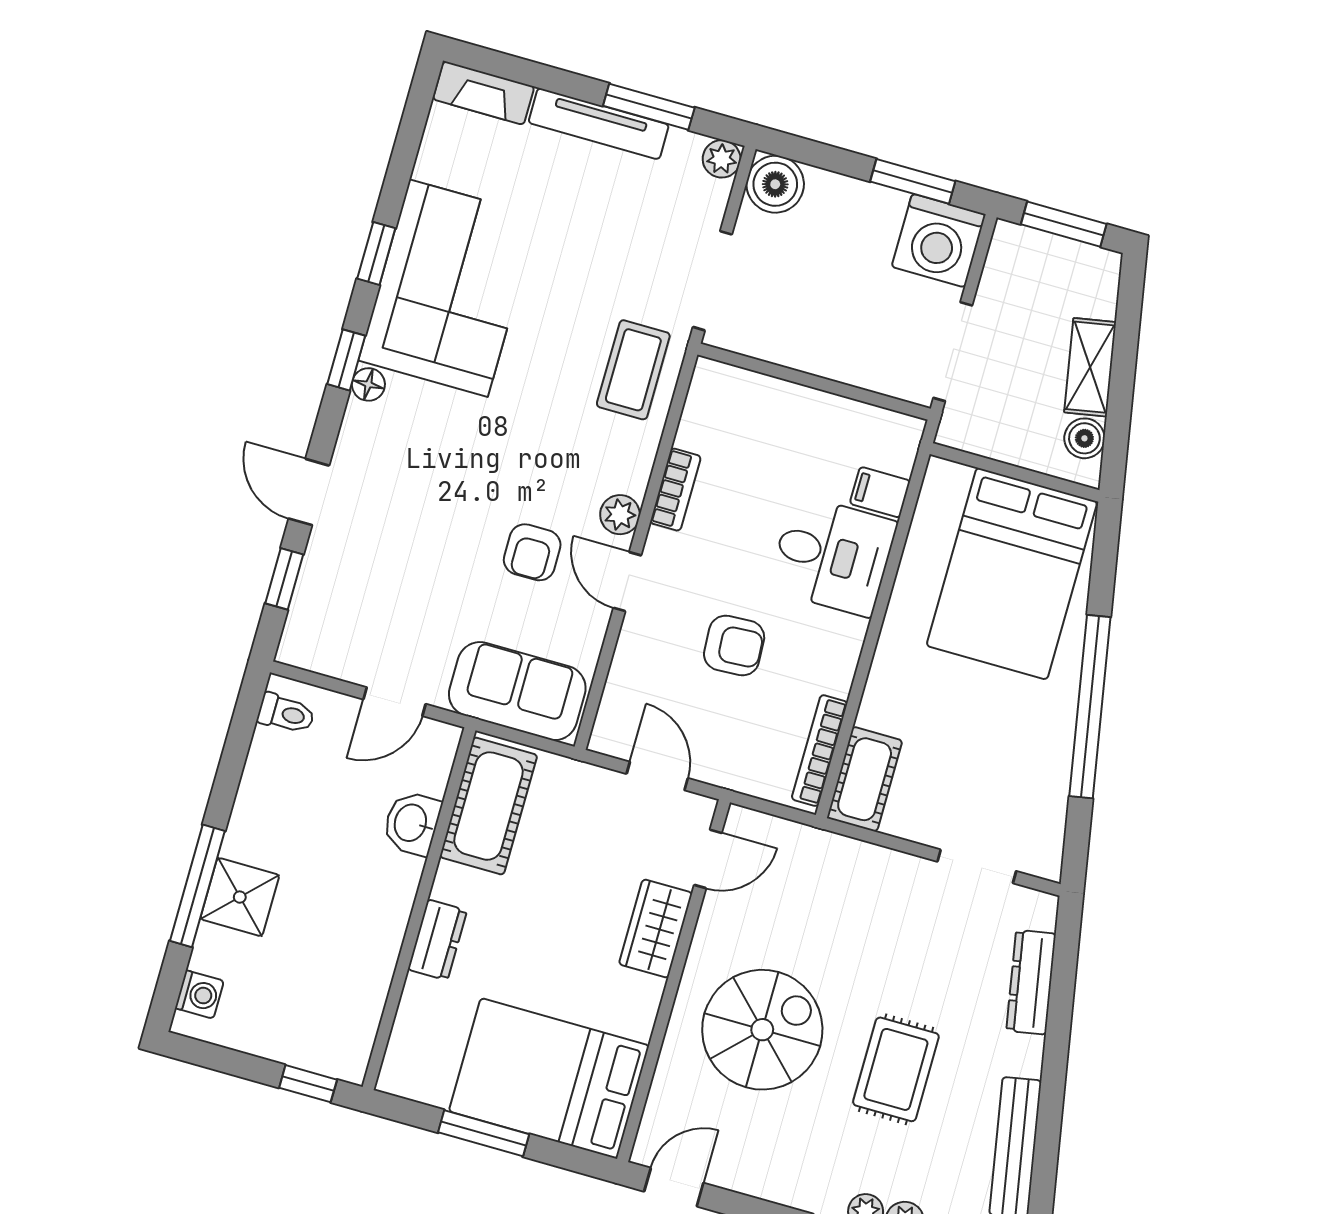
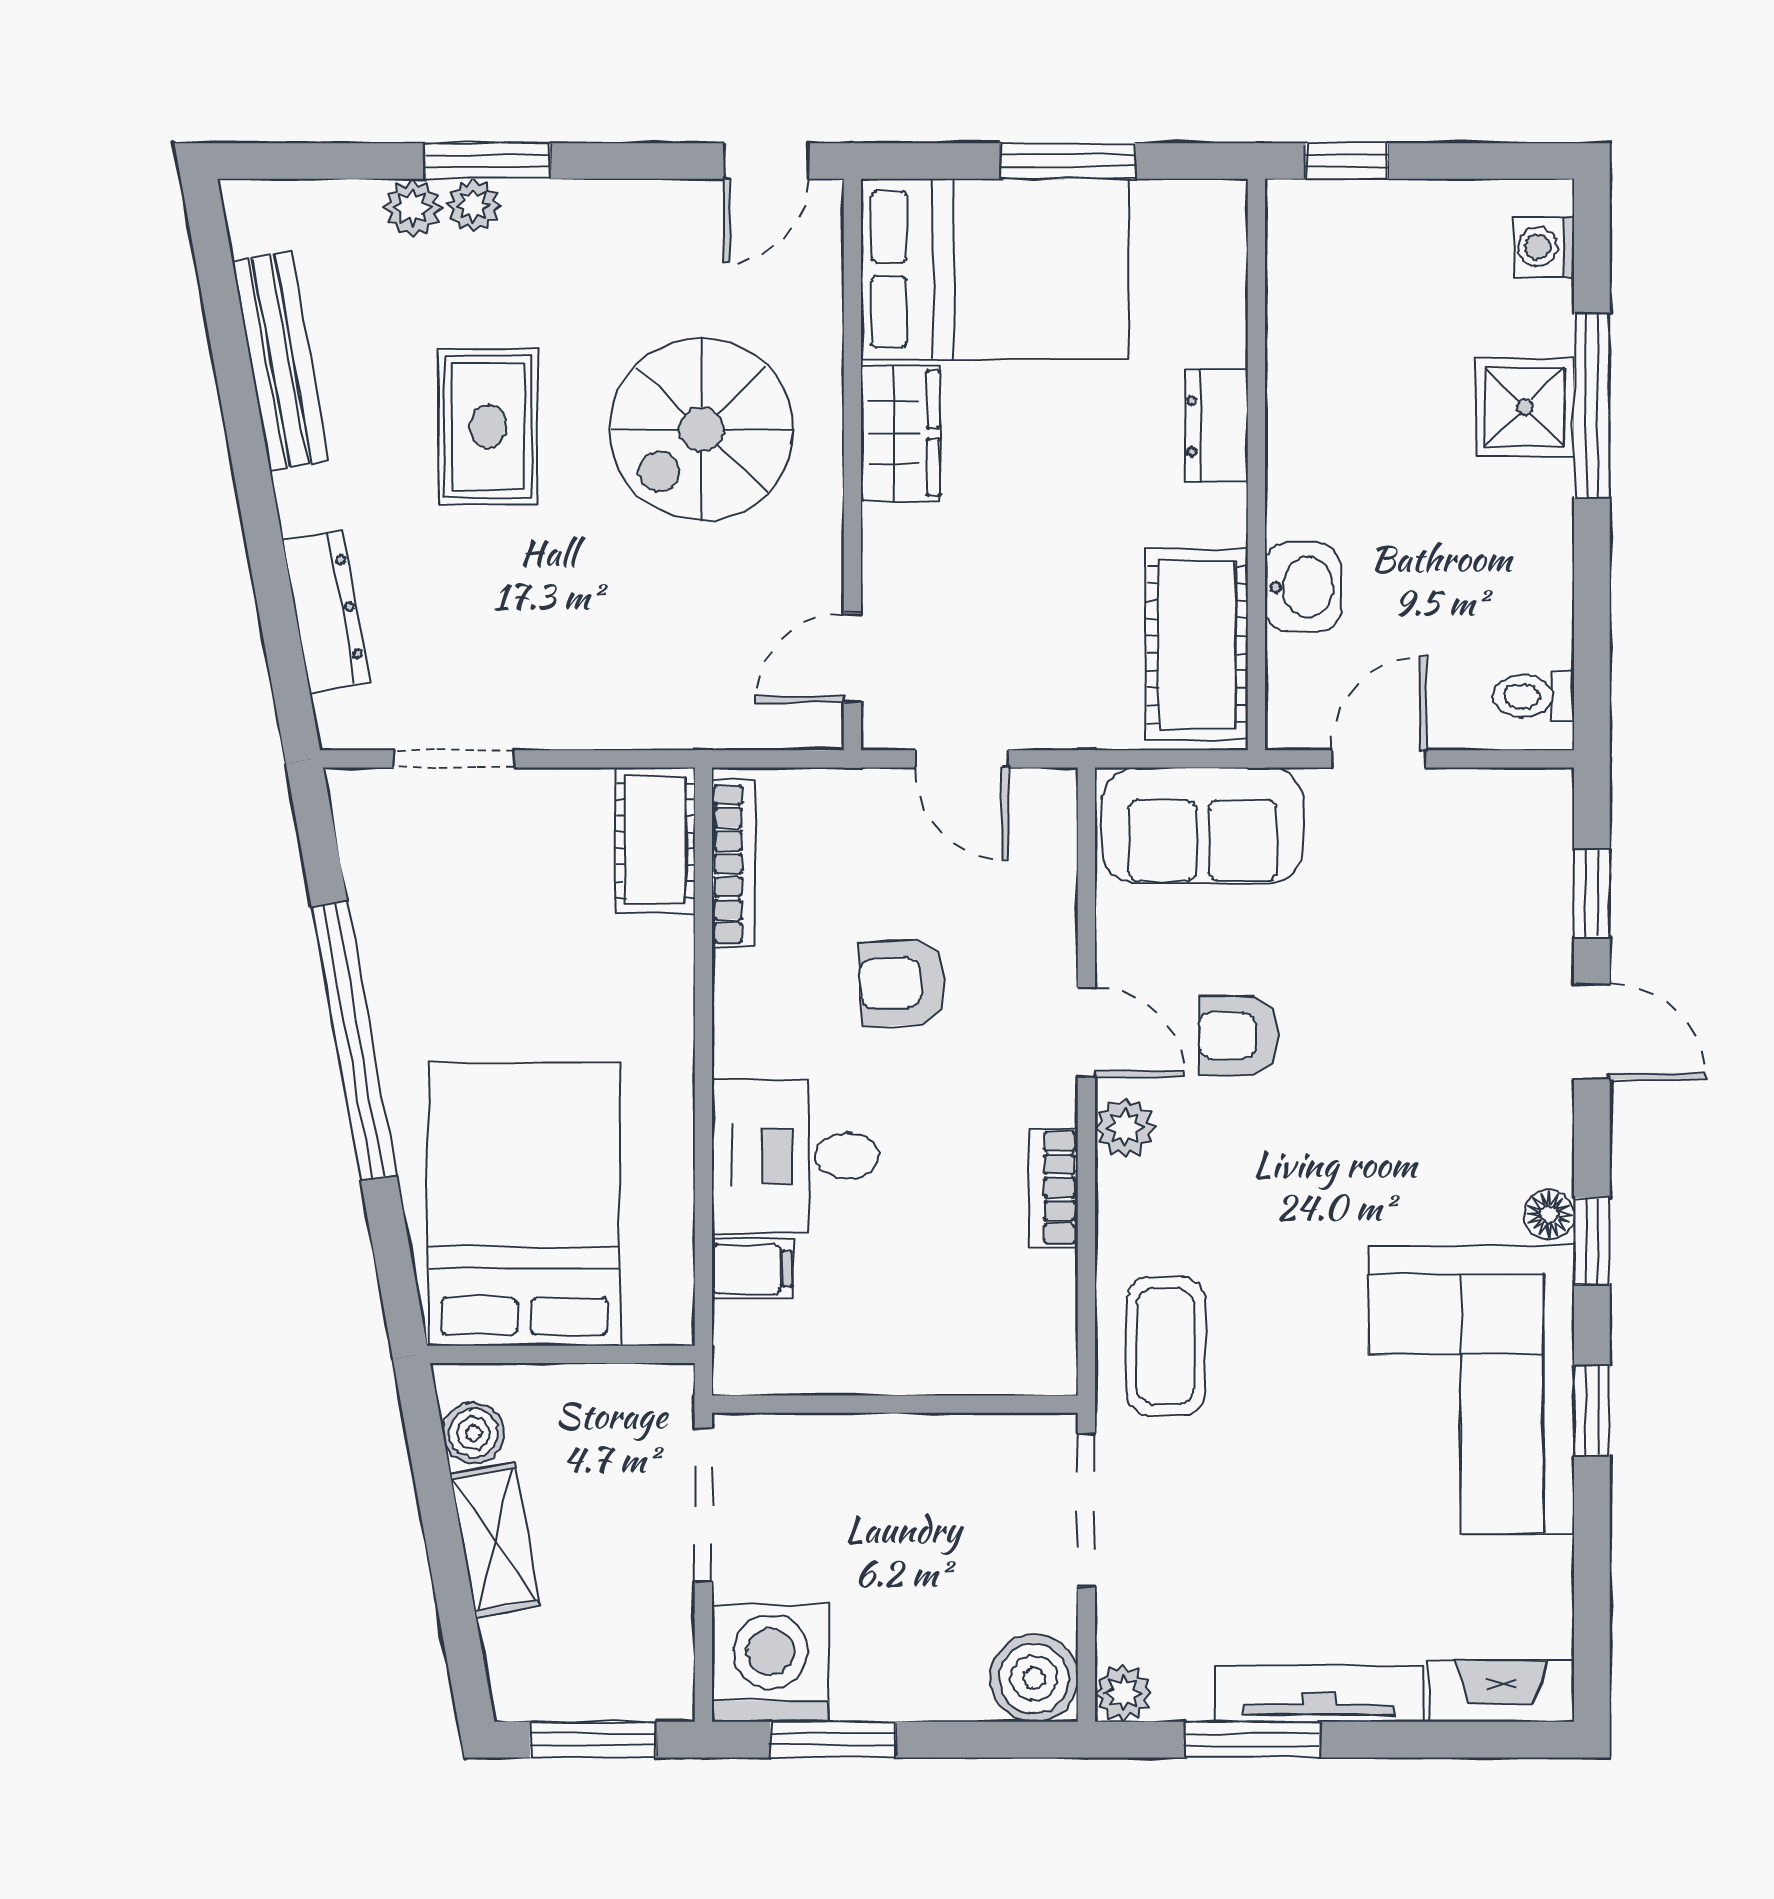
armchair: (532, 552) -> (1238, 1036), turned -90
wardrobe: (656, 929) -> (900, 433), moved

